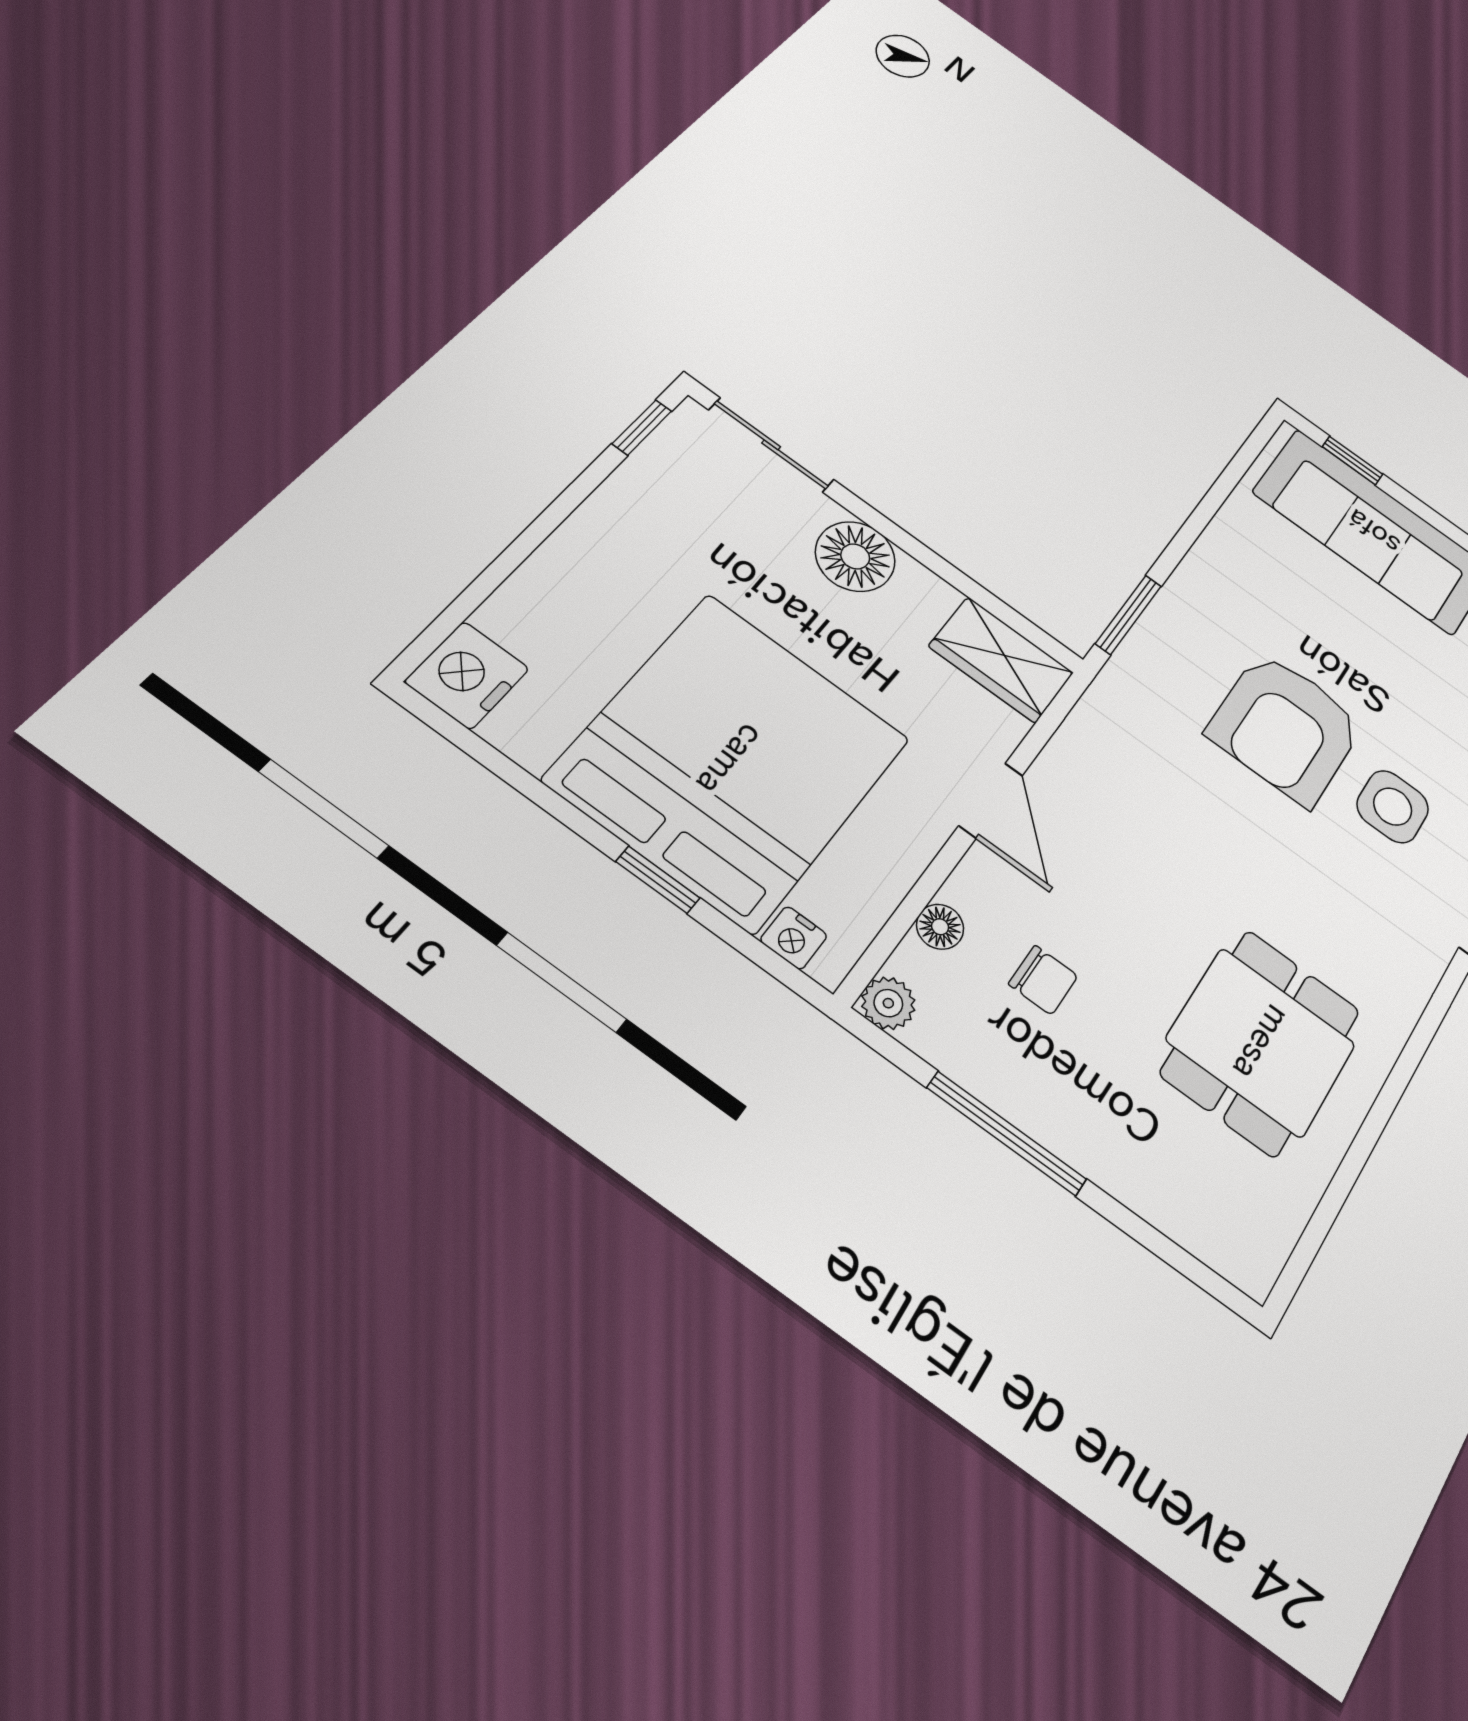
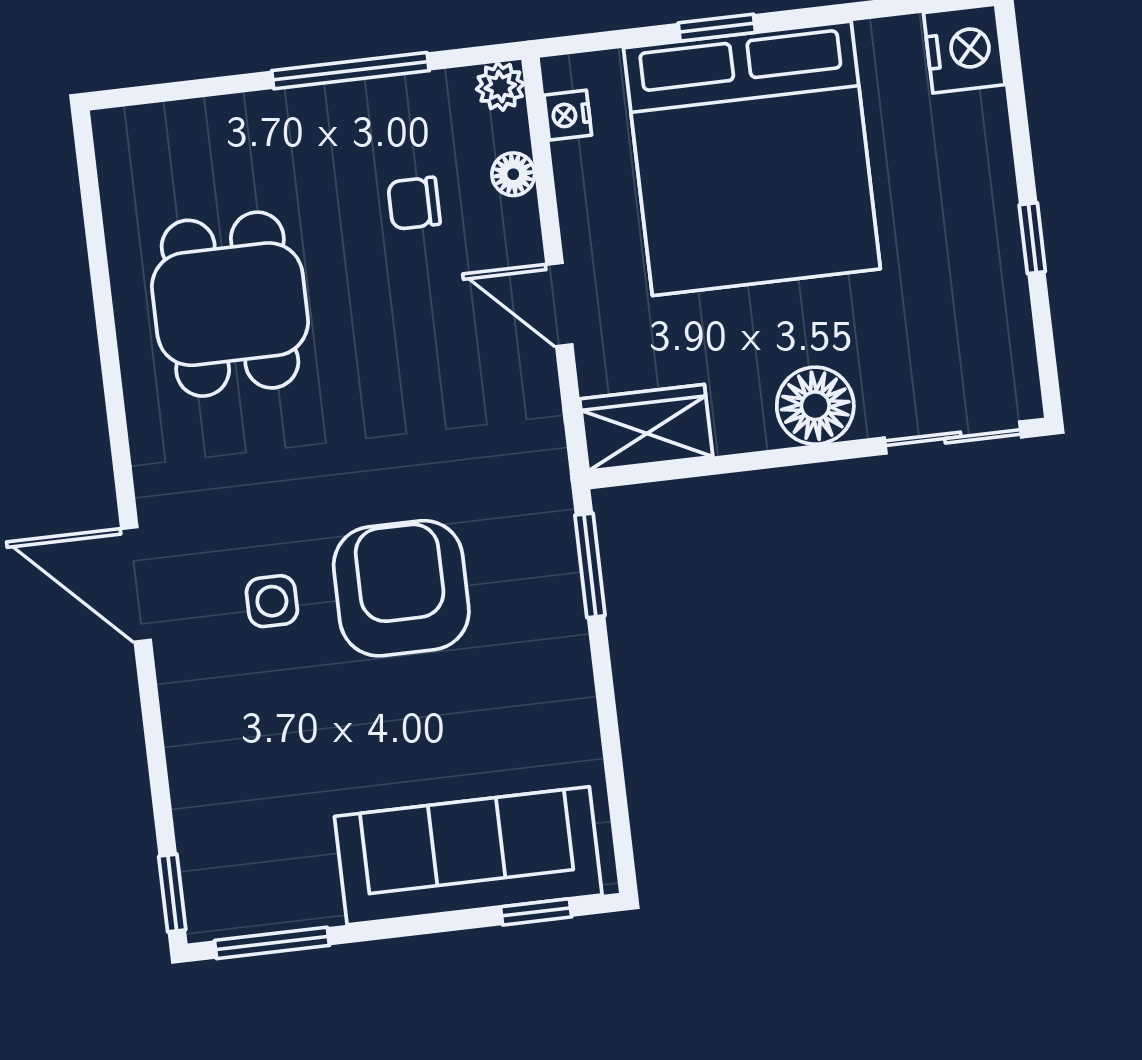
window: (642, 427) -> (1032, 238), moved
side table: (1393, 807) -> (272, 601), width x0.73, depth x0.73
nightstand: (794, 938) -> (568, 115), moved, turned -90

